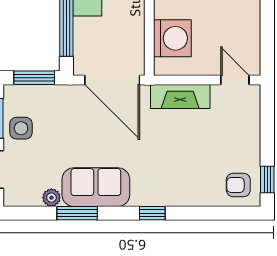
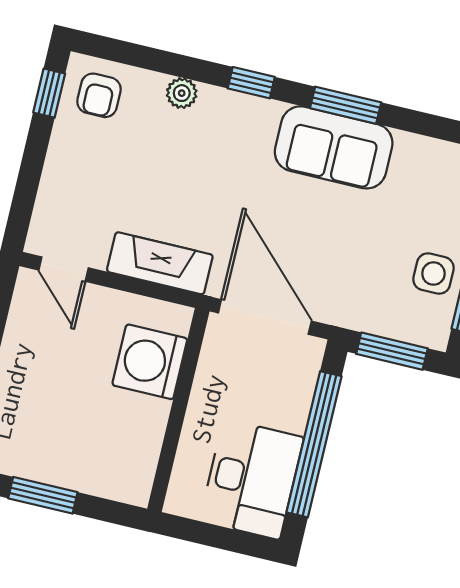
armchair: (238, 185) -> (99, 95), turned 90
plant: (51, 198) -> (182, 93), moved
window: (77, 213) -> (346, 105), moved

